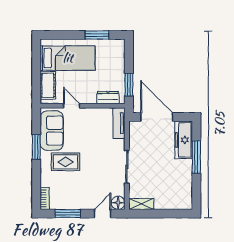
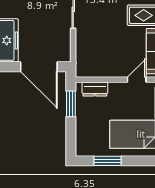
door: (72, 106) -> (137, 80), swing flipped
tv unit: (119, 123) -> (82, 60), removed

